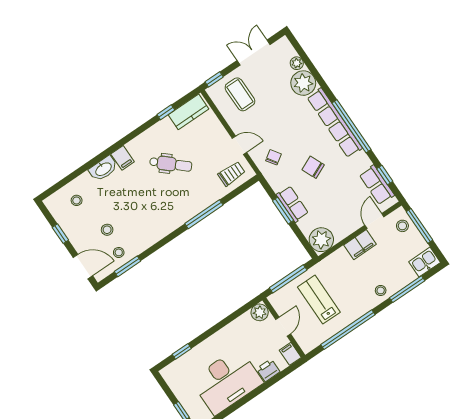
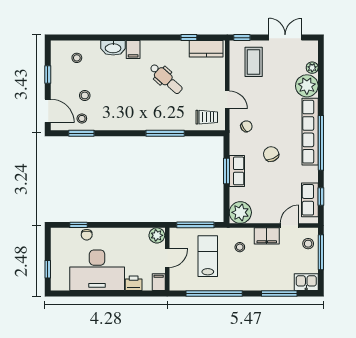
stool: (381, 290) -> (240, 247), moved
chair: (195, 355) -> (87, 235), added

